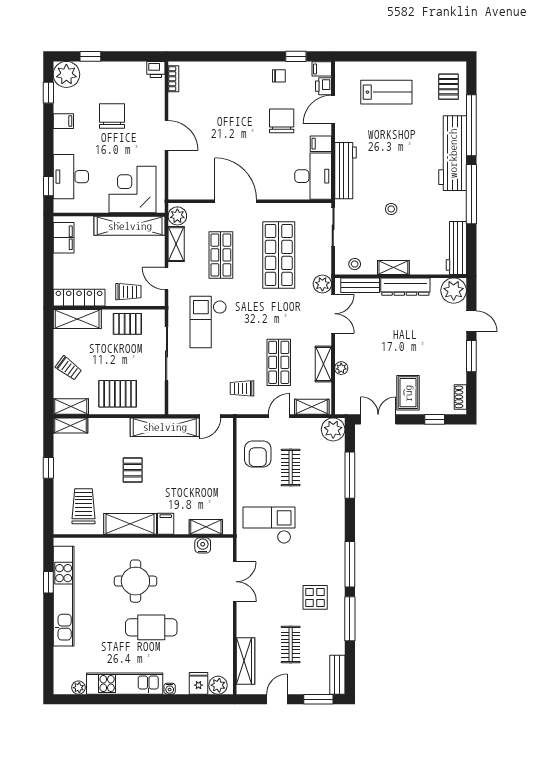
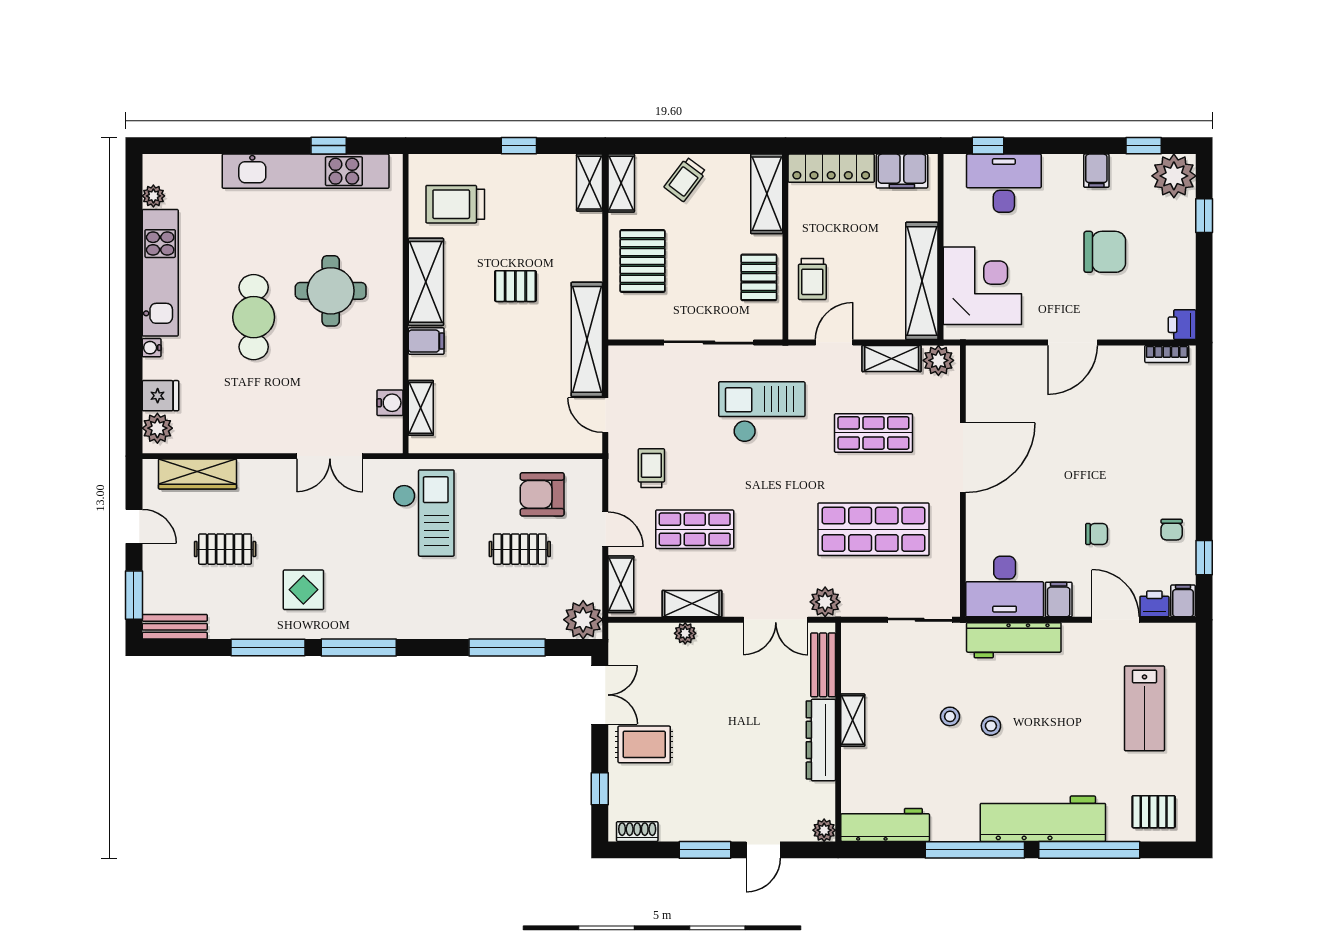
chair: (282, 121) -> (1097, 534), width x0.54, depth x0.54
stool: (355, 264) -> (991, 726), moved
plant: (454, 291) -> (824, 830), width x0.53, depth x0.53
locker: (79, 298) -> (831, 168), moved, turned 90
trolley: (83, 506) -> (455, 204), turned 180

